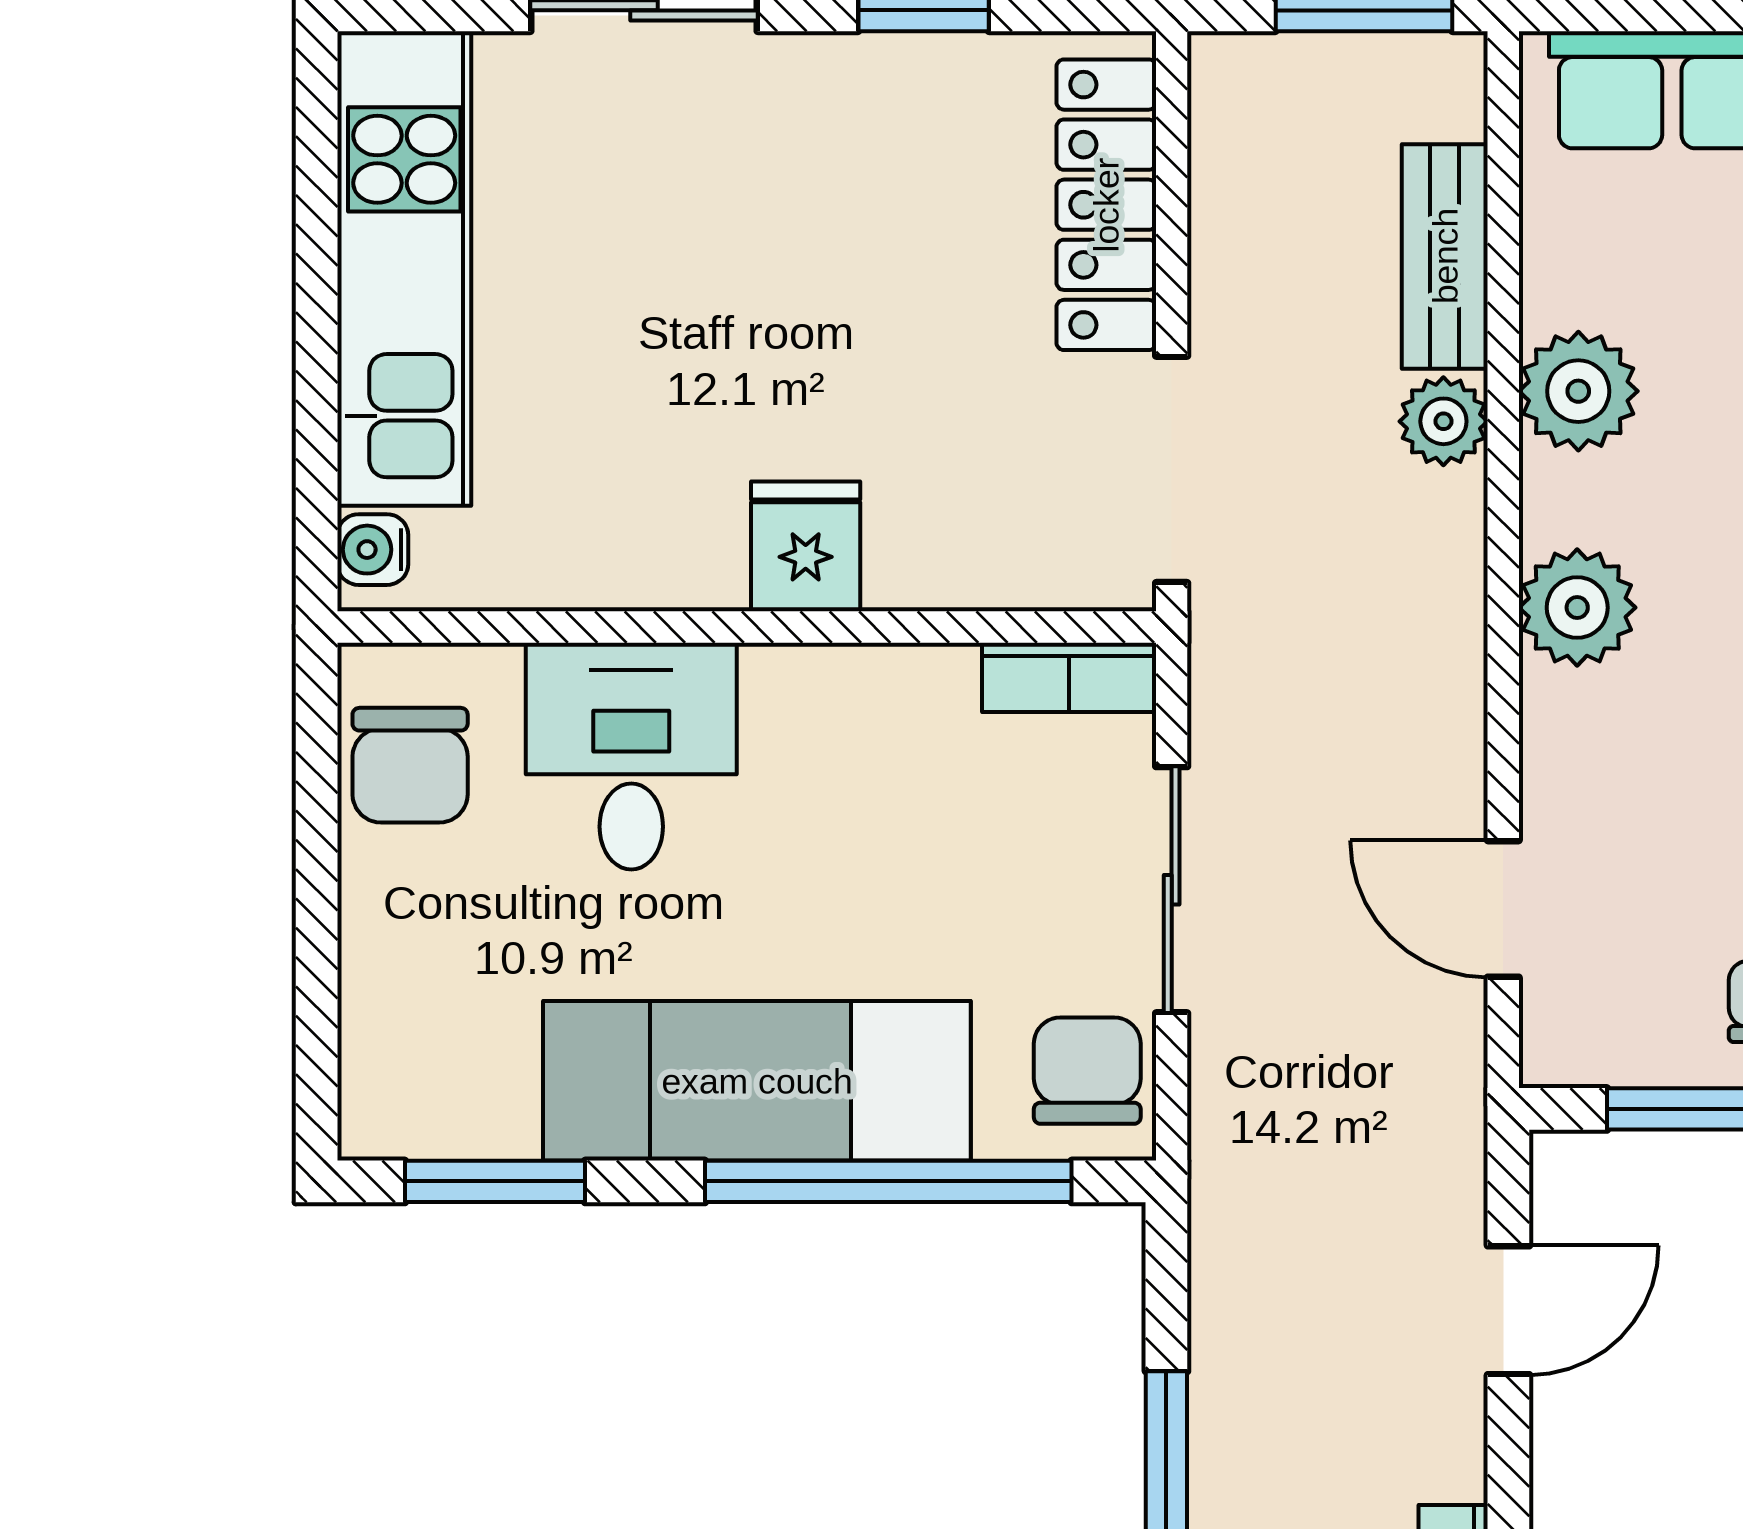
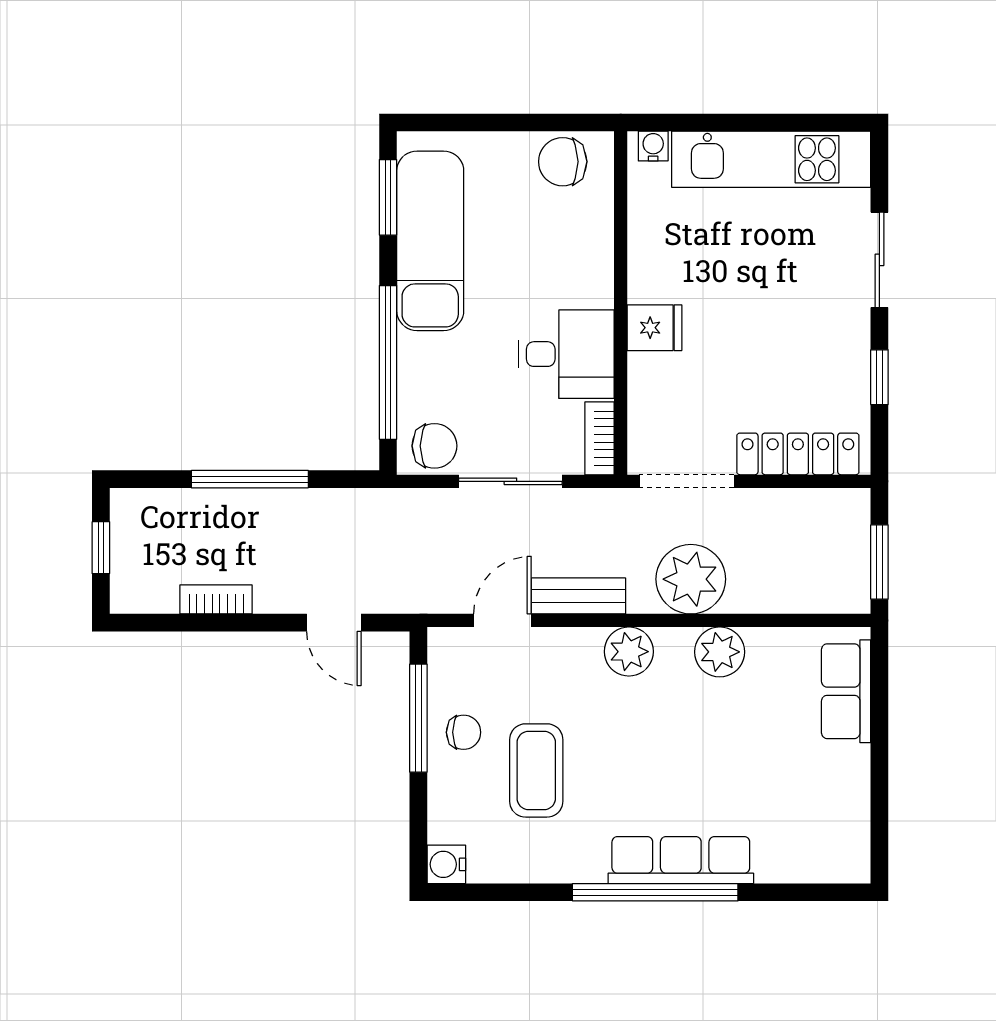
bench: (1445, 256) -> (578, 596), moved
plant: (1443, 421) -> (691, 579), width x1.88, depth x1.88
desk: (631, 756) -> (566, 354), moved
exam couch: (757, 1081) -> (430, 241), moved

